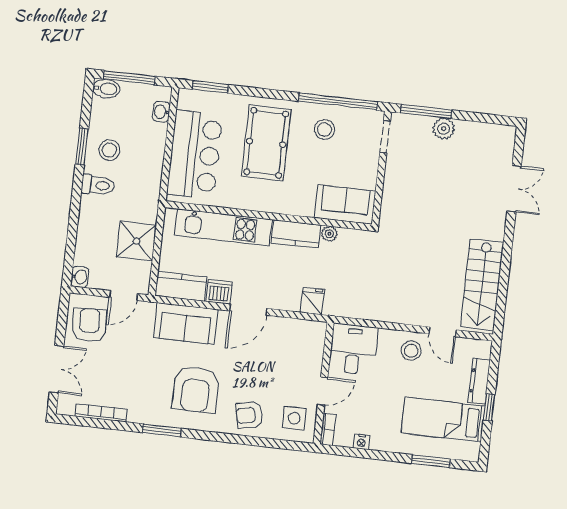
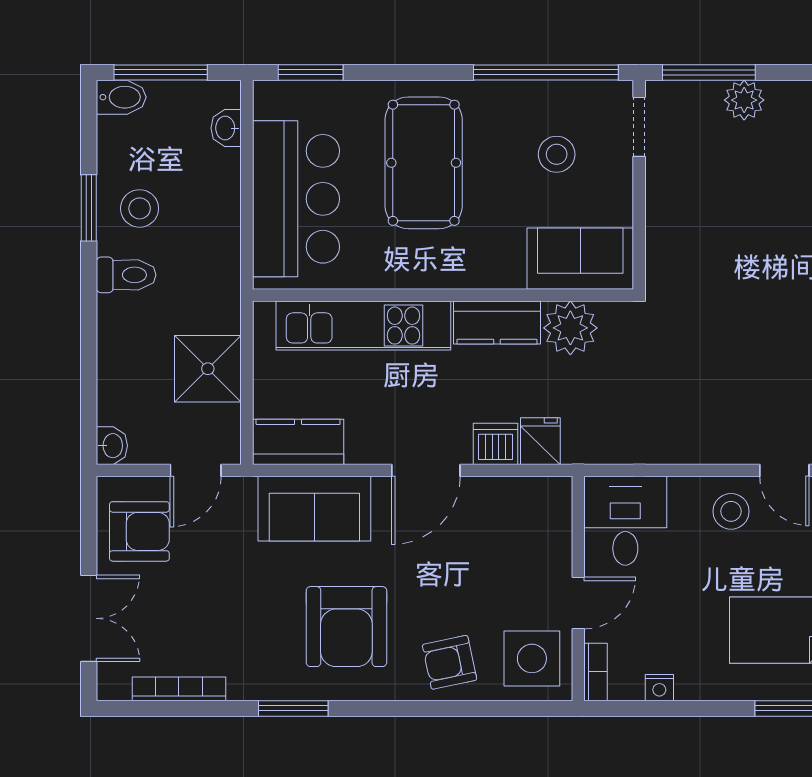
stool: (324, 129) -> (557, 154), moved
plant: (329, 234) -> (570, 328), width x1.87, depth x1.87
dishwasher: (219, 292) -> (496, 444), moved
armchair: (89, 325) -> (139, 531), turned 93
side table: (294, 418) -> (532, 658), width x1.37, depth x1.37

